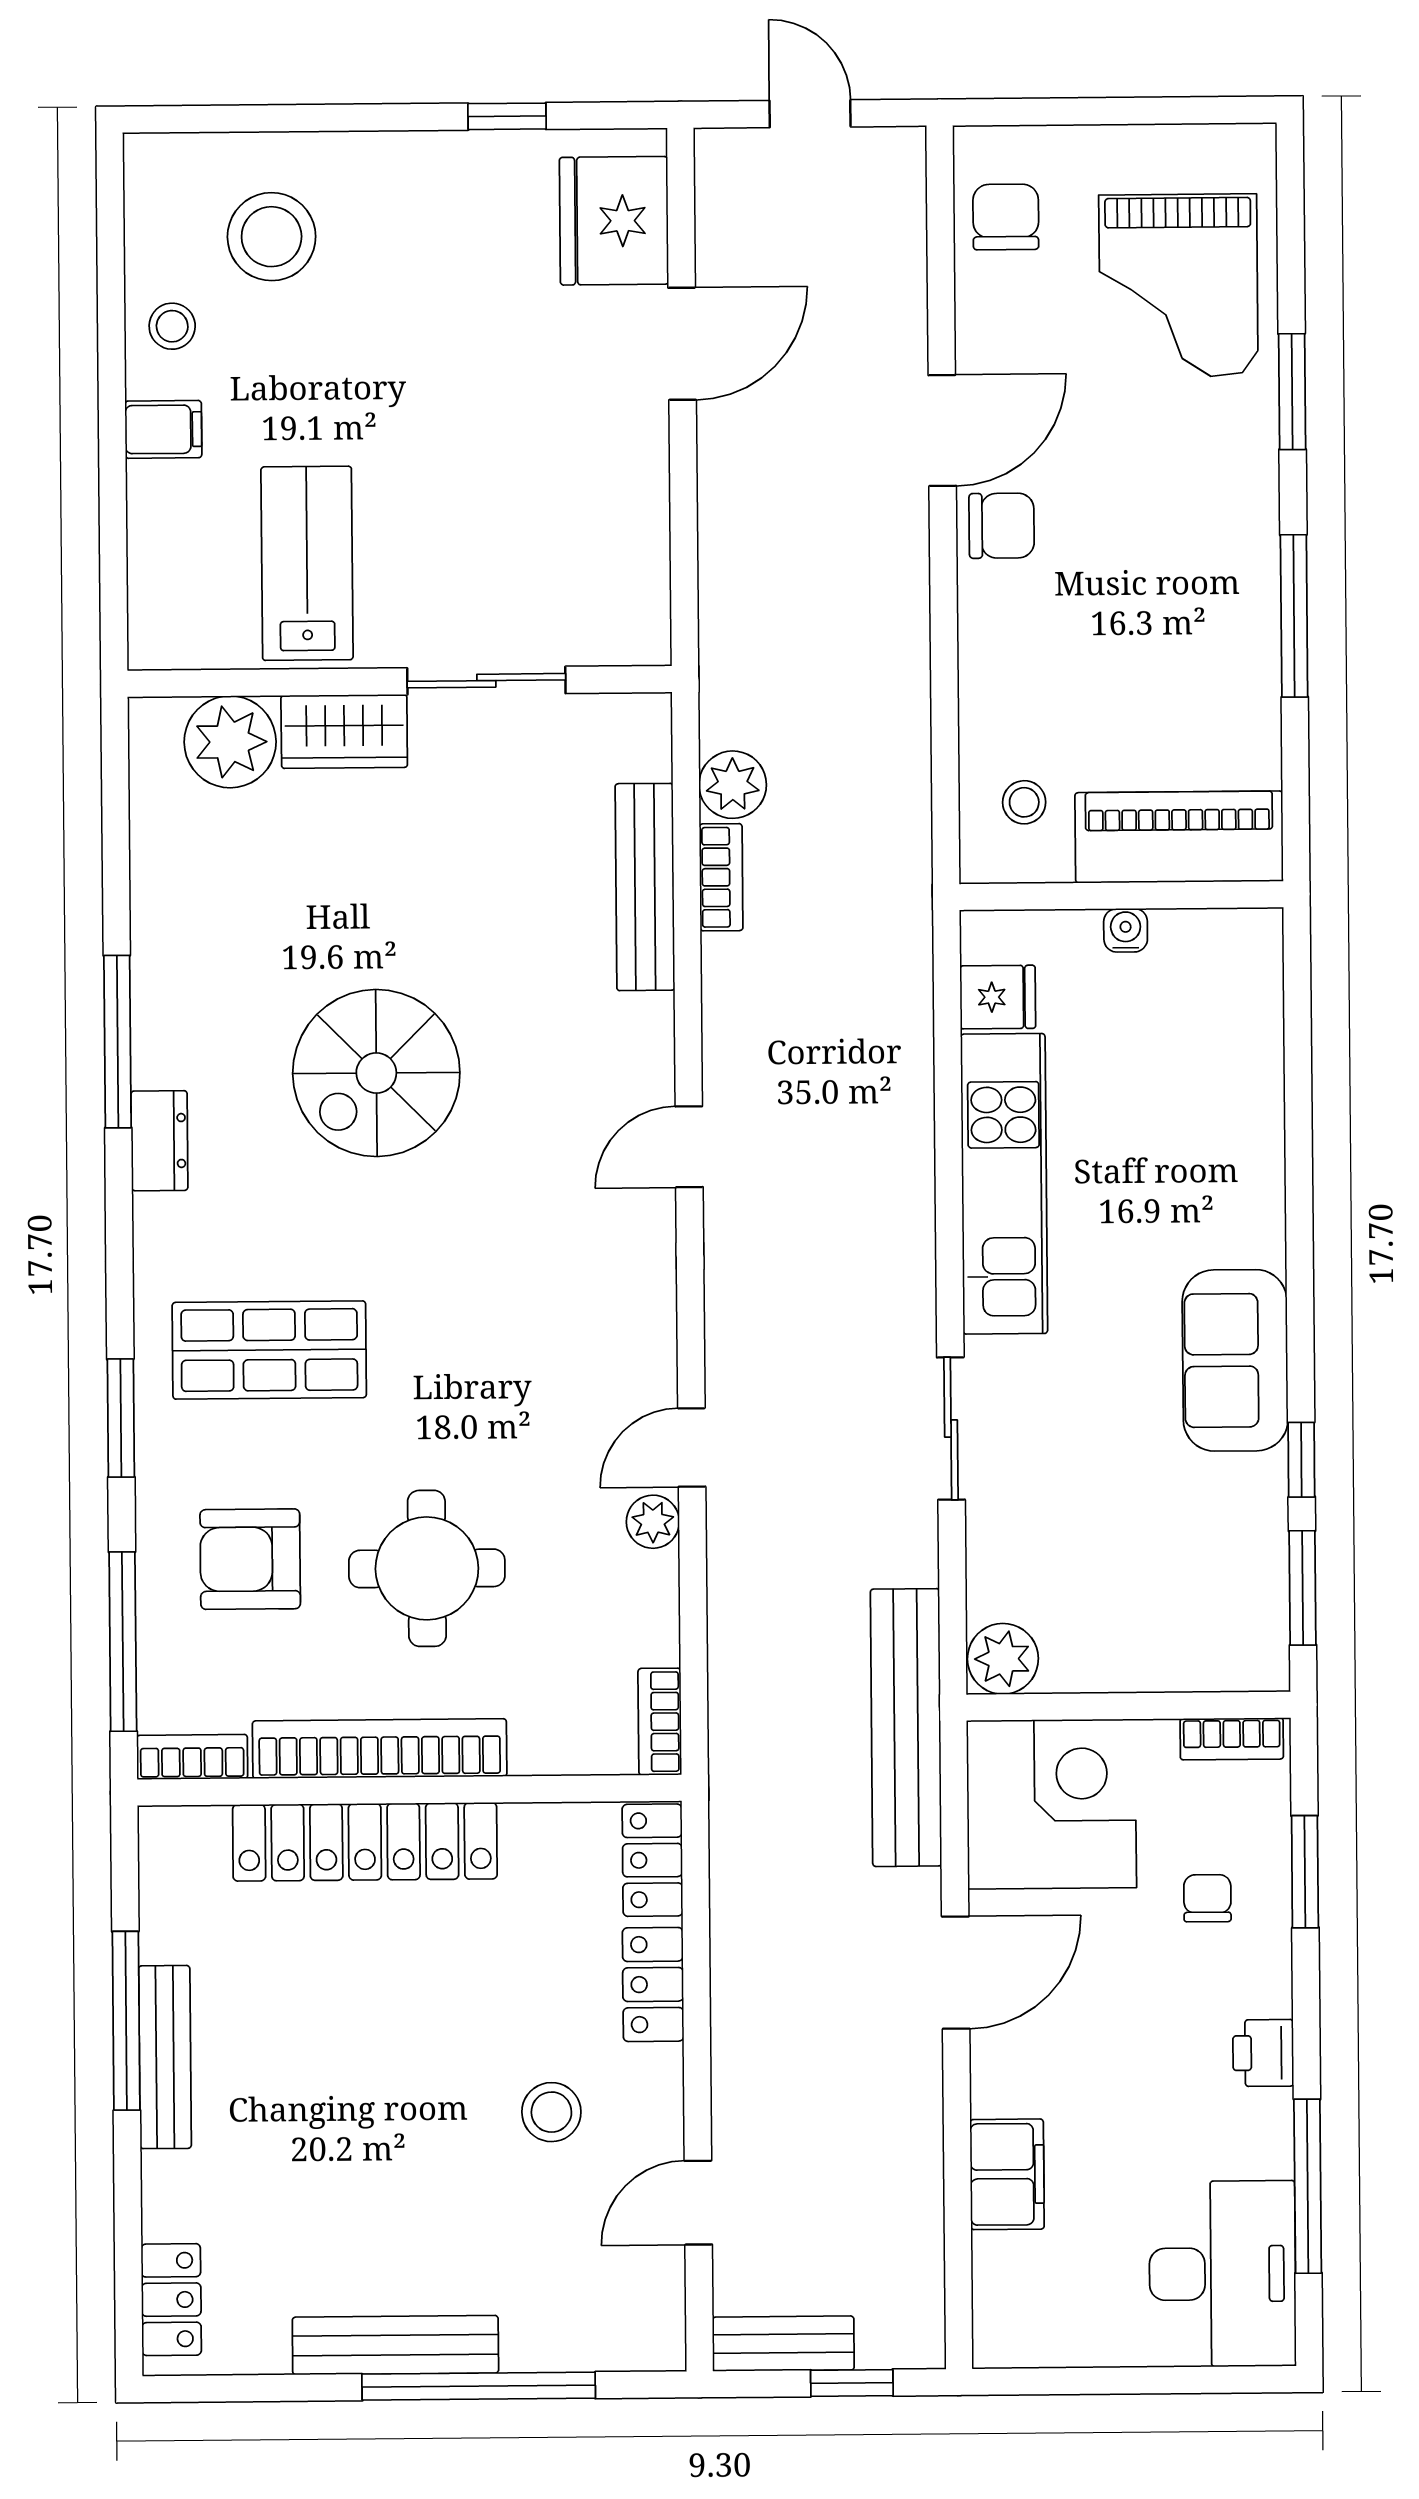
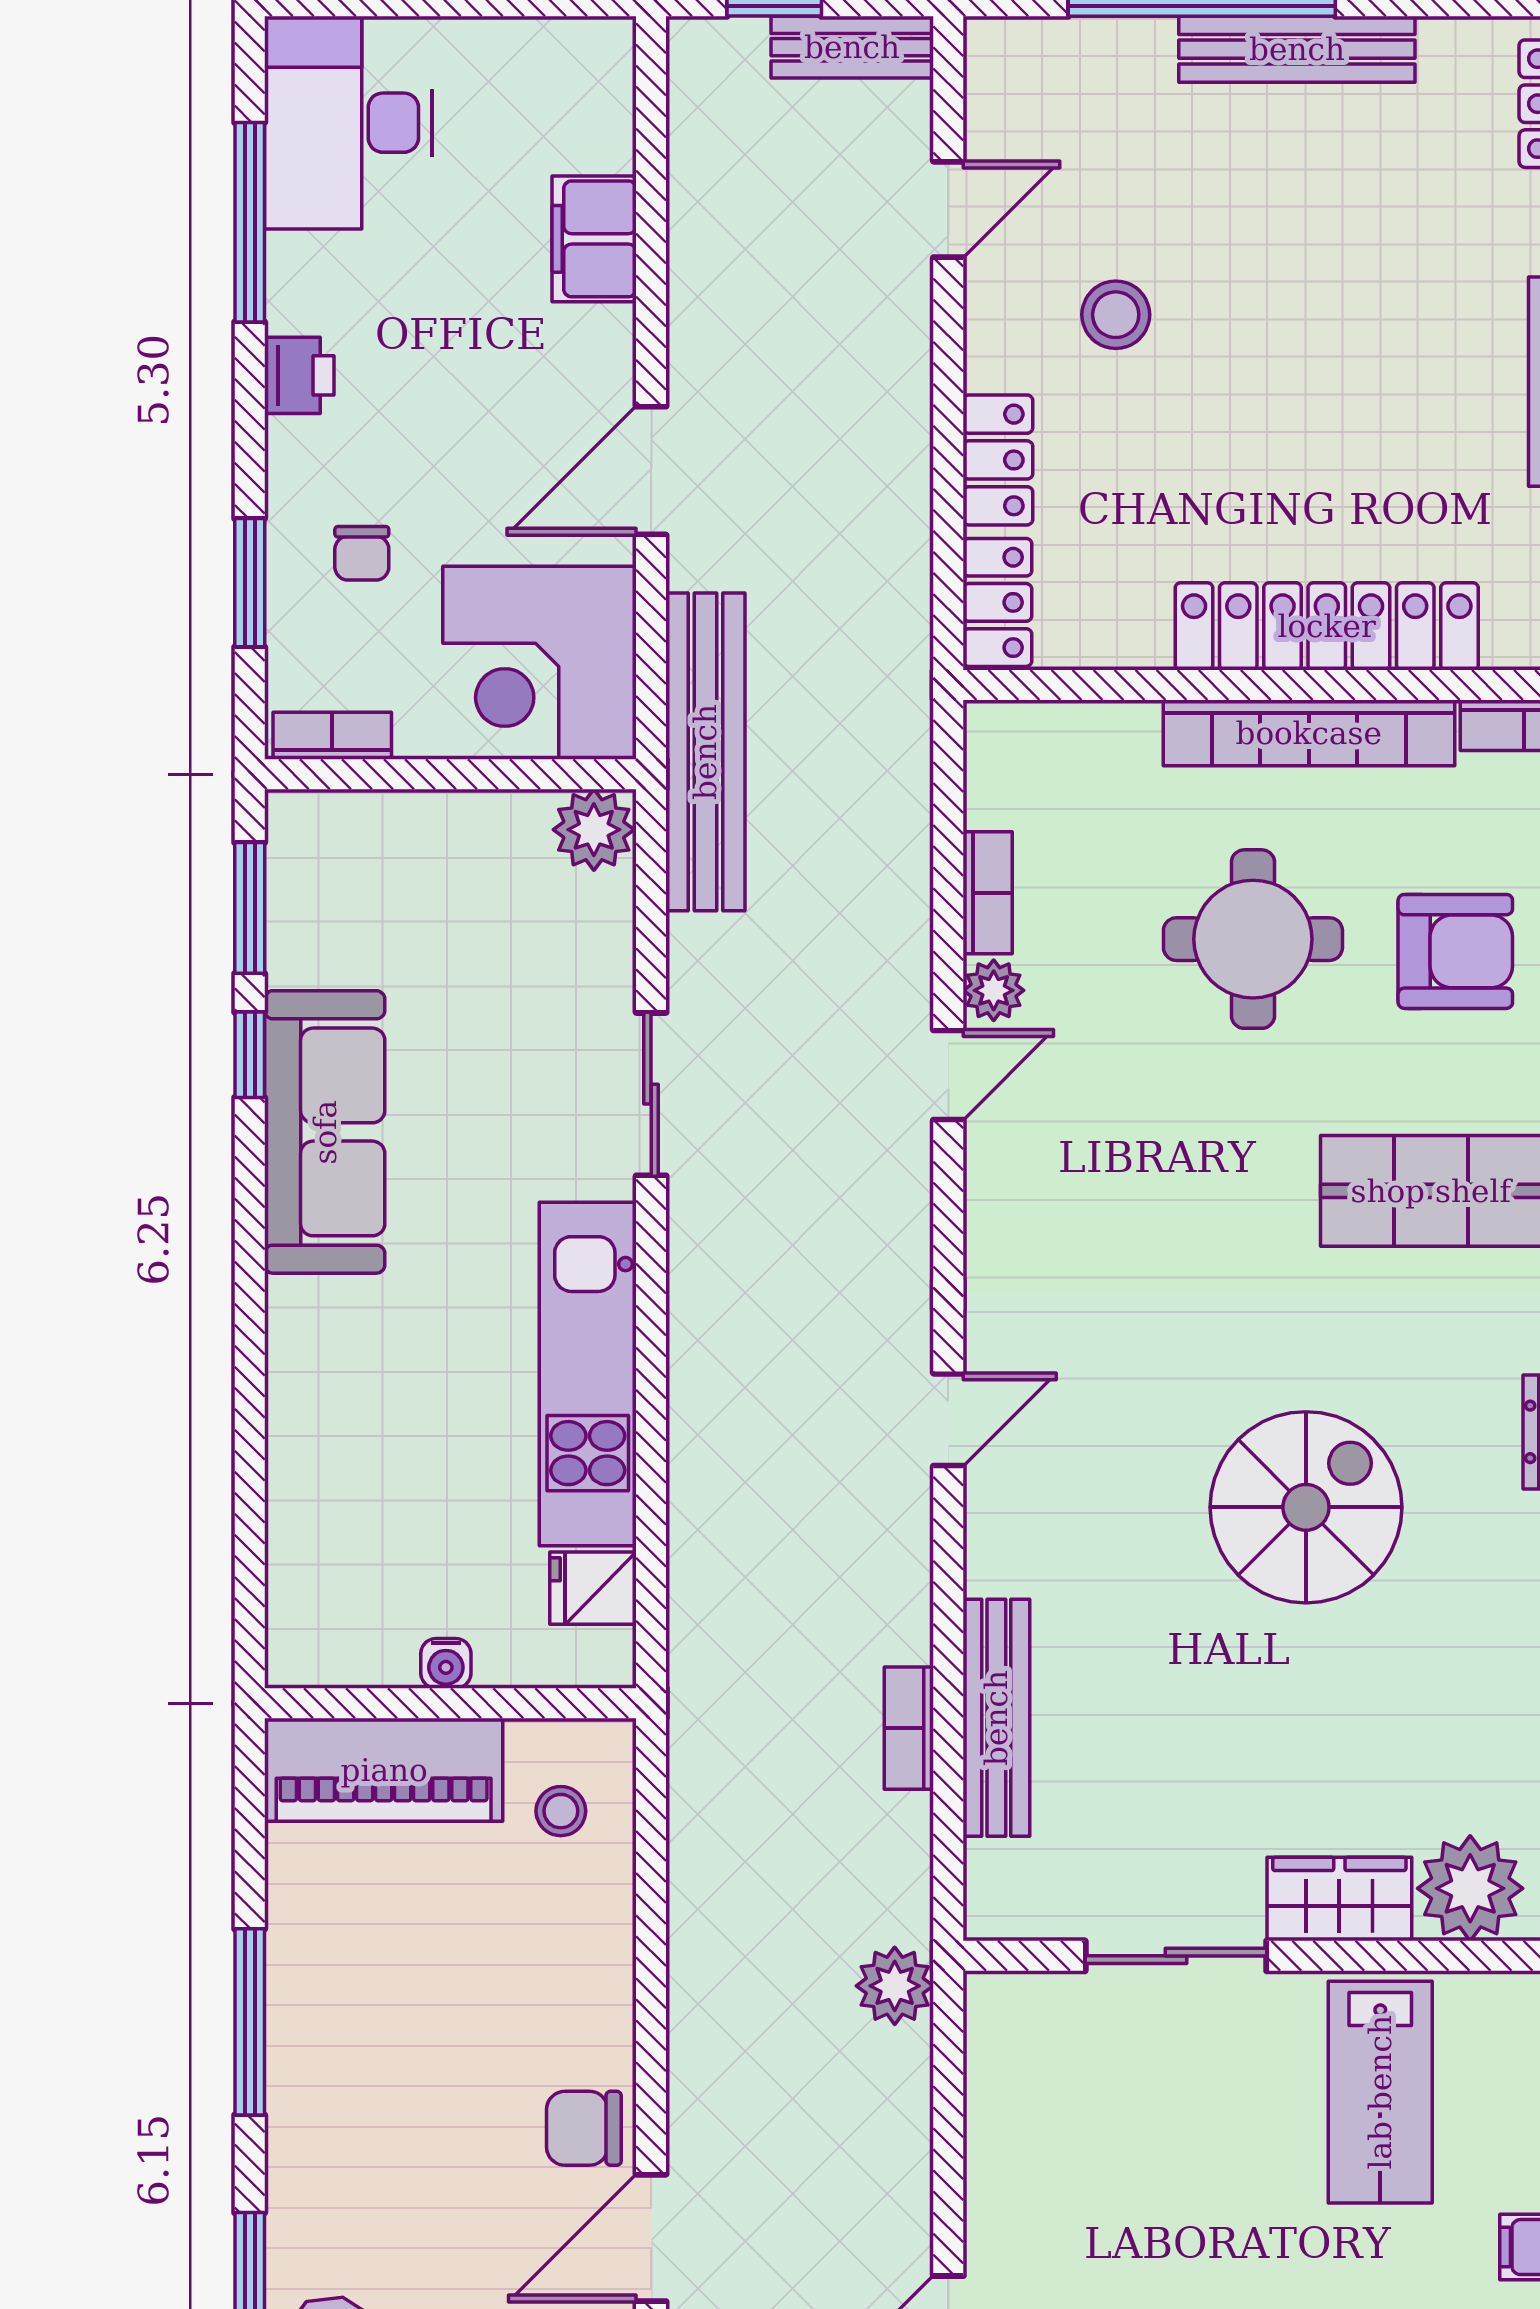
plant: (733, 785) -> (895, 1986), moved
sofa: (1235, 1360) -> (325, 1132), width x1.36
bookcase: (660, 1722) -> (988, 893), moved

